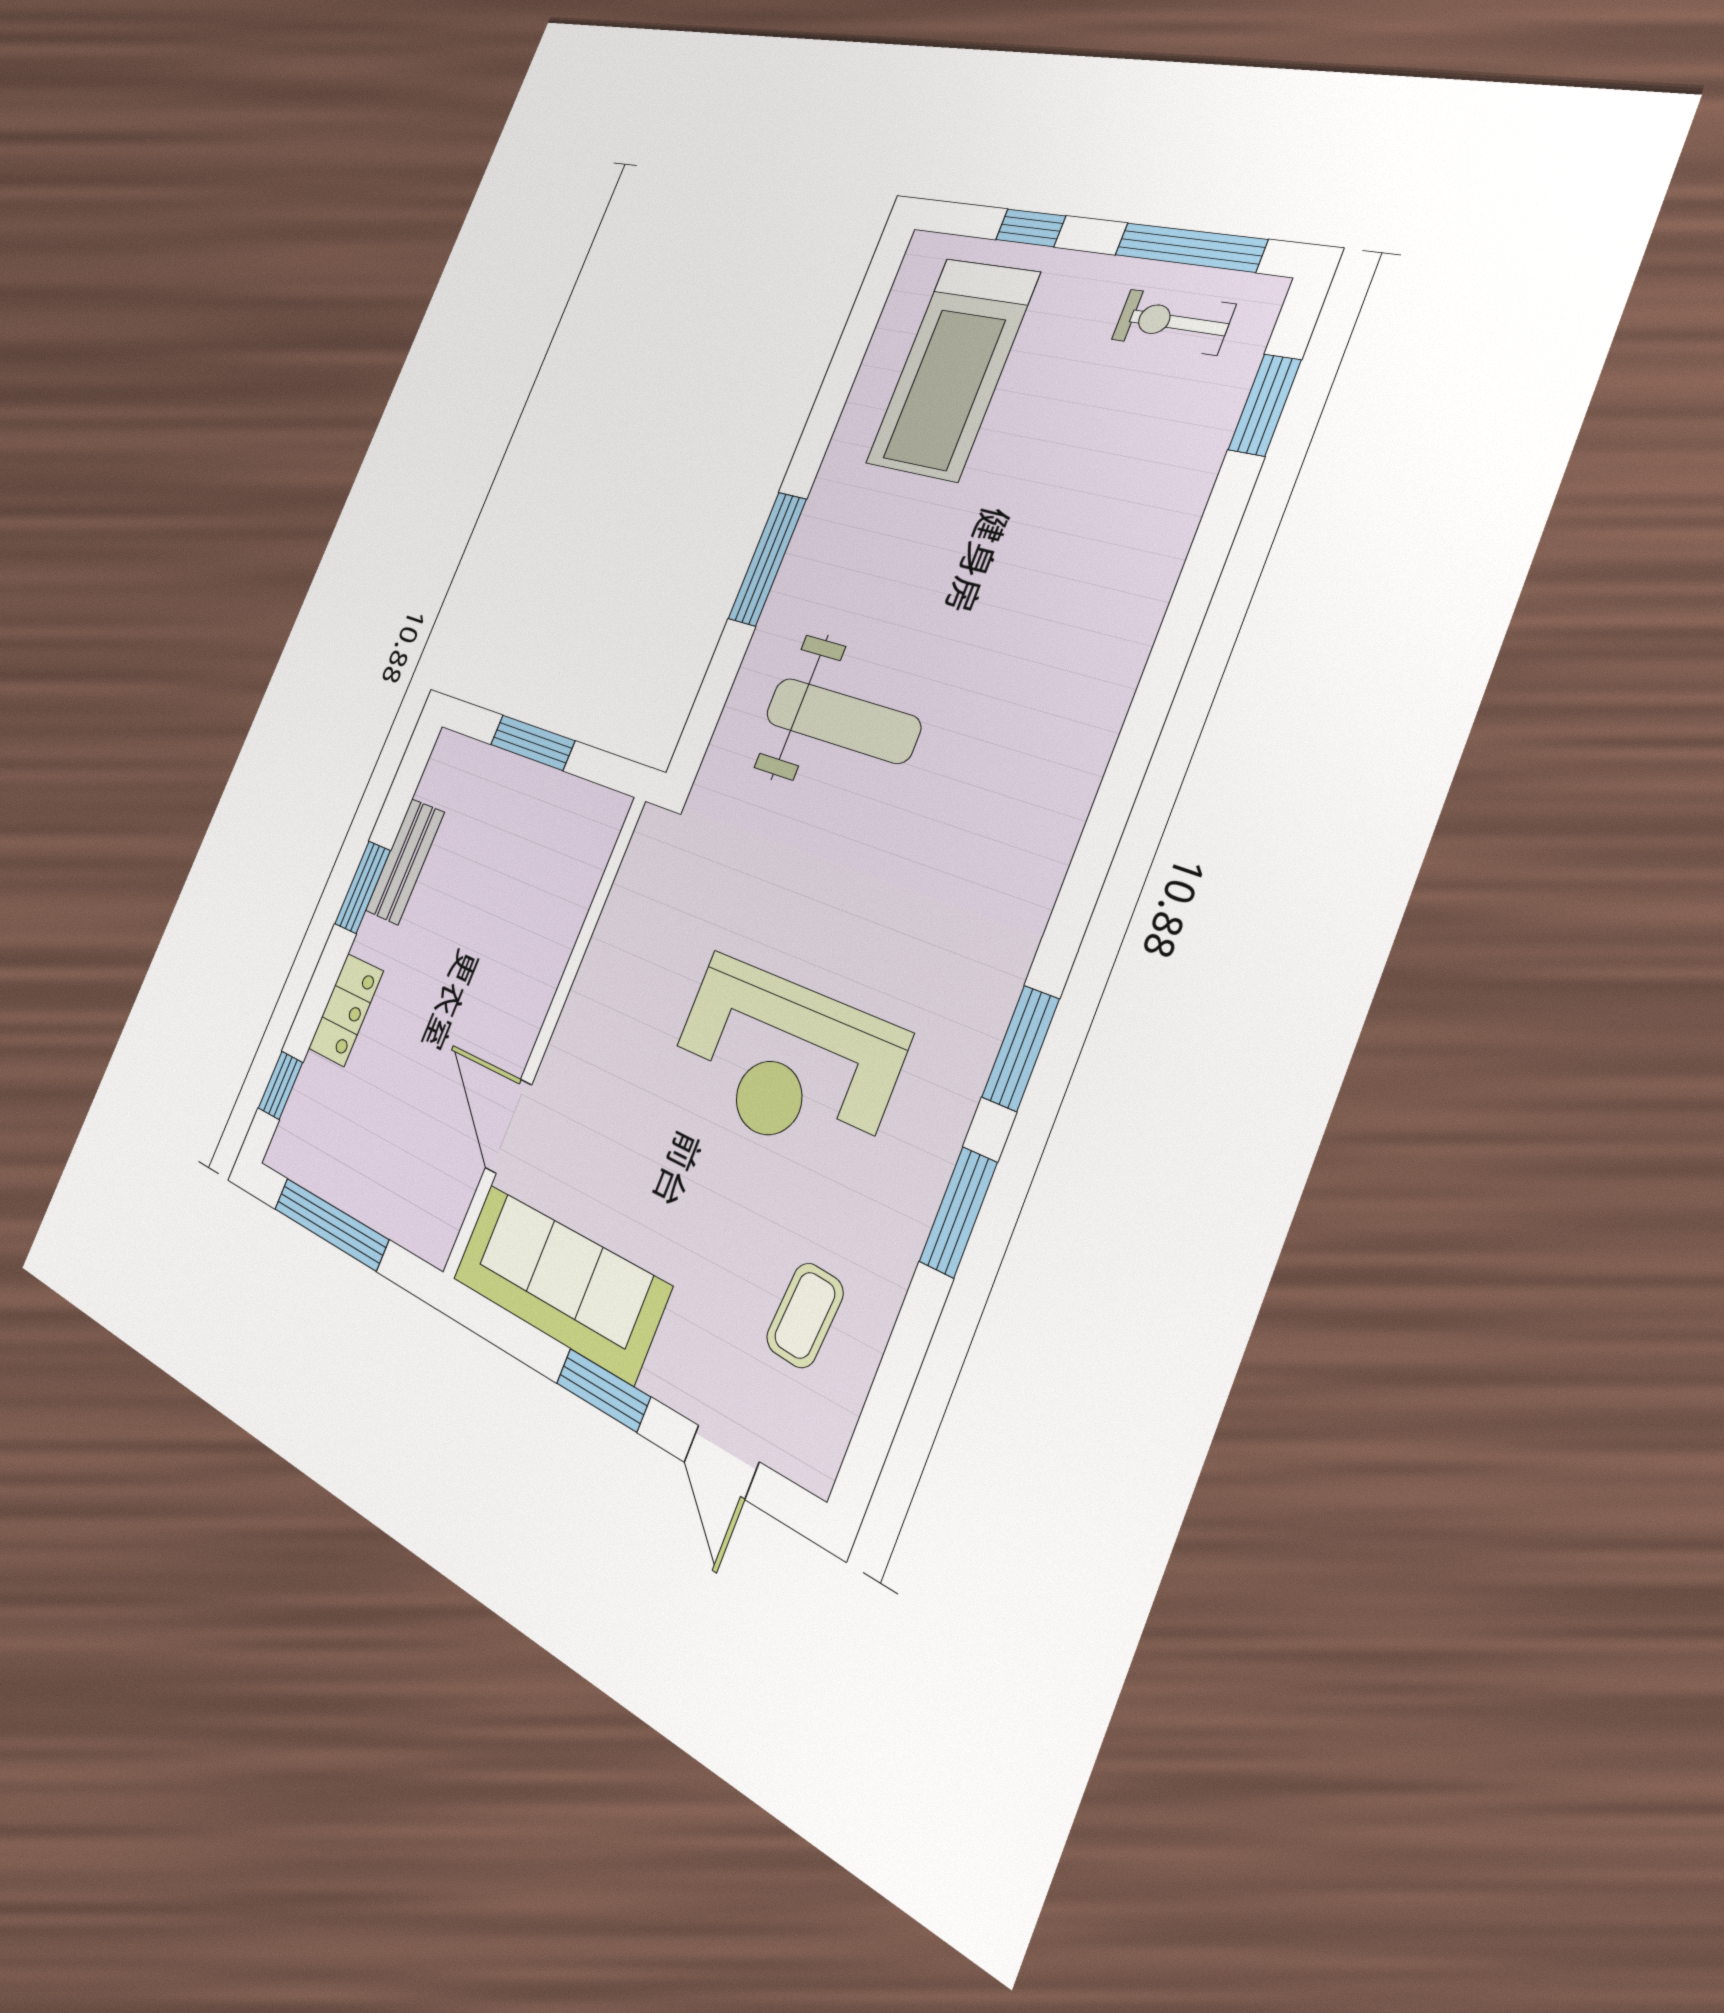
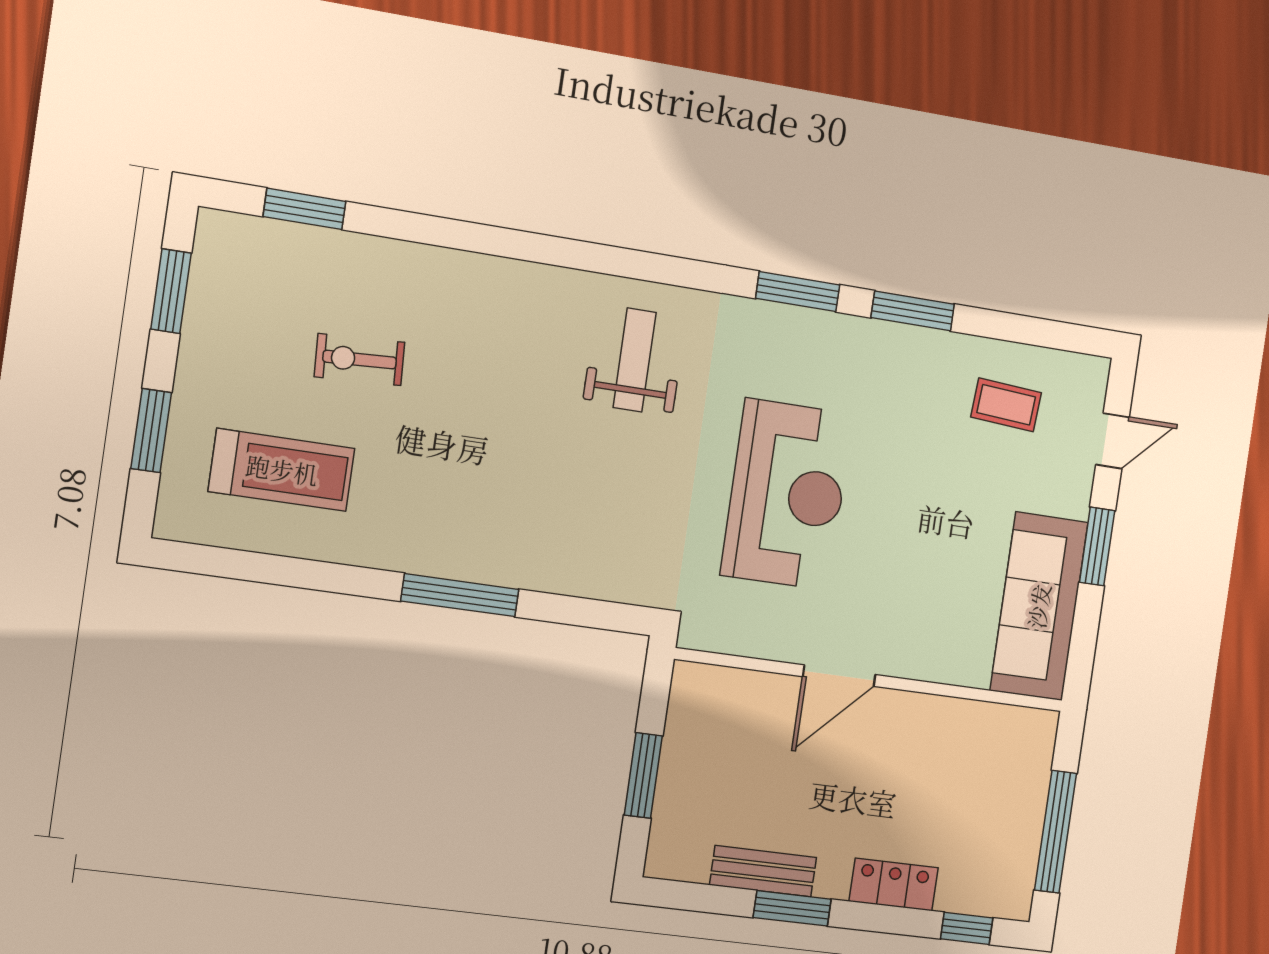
window: (1031, 228) -> (151, 431), width x1.50
window: (1190, 247) -> (171, 291), width x0.69
exercise bike: (1173, 322) -> (360, 360), moved, turned 87
treadmill: (952, 369) -> (282, 470), width x0.73, depth x0.73
weight bench: (842, 720) -> (635, 360), moved, width x0.73, depth x0.75
reception desk: (783, 1061) -> (787, 494), moved
door: (508, 1126) -> (839, 676), moved

